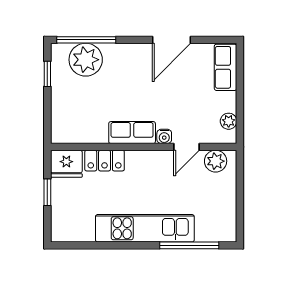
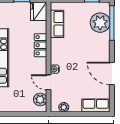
row of seats: (132, 133) -> (57, 24), moved
locker: (105, 161) -> (40, 45), moved

